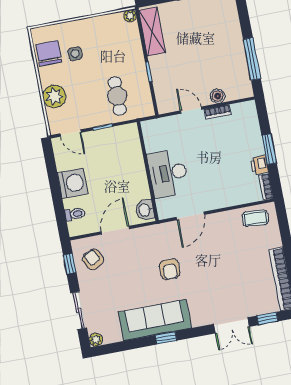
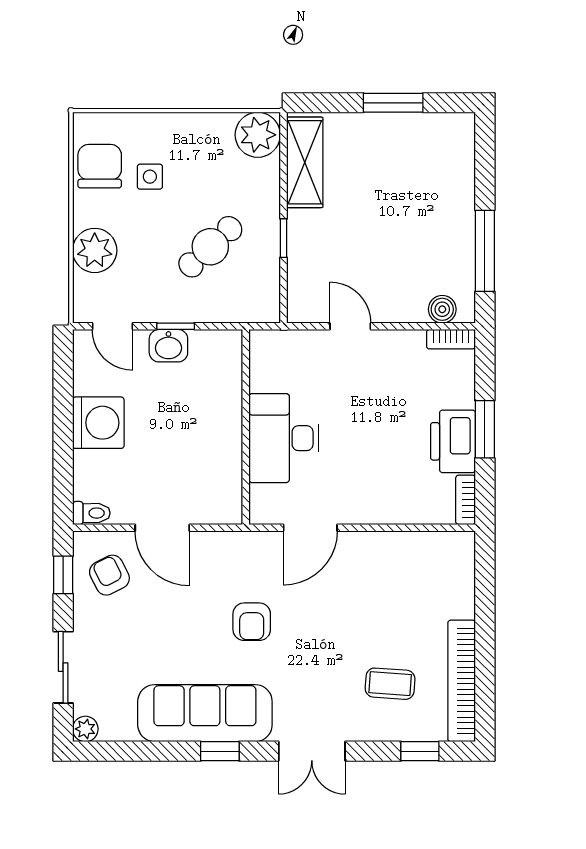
plant: (130, 16) -> (258, 135), width x1.87, depth x1.87
cafe table: (117, 96) -> (210, 247), moved, turned 47
boiler: (218, 96) -> (442, 309), moved
bookcase: (218, 112) -> (451, 339), moved
printer: (259, 165) -> (453, 441), width x1.87, depth x1.48
washbasin: (145, 210) -> (168, 346), moved, turned -90
toilet: (75, 214) -> (91, 513), moved
coffee table: (255, 218) -> (390, 684), moved
door: (115, 230) -> (162, 528), swing flipped
double door: (232, 325) -> (312, 751), moved

